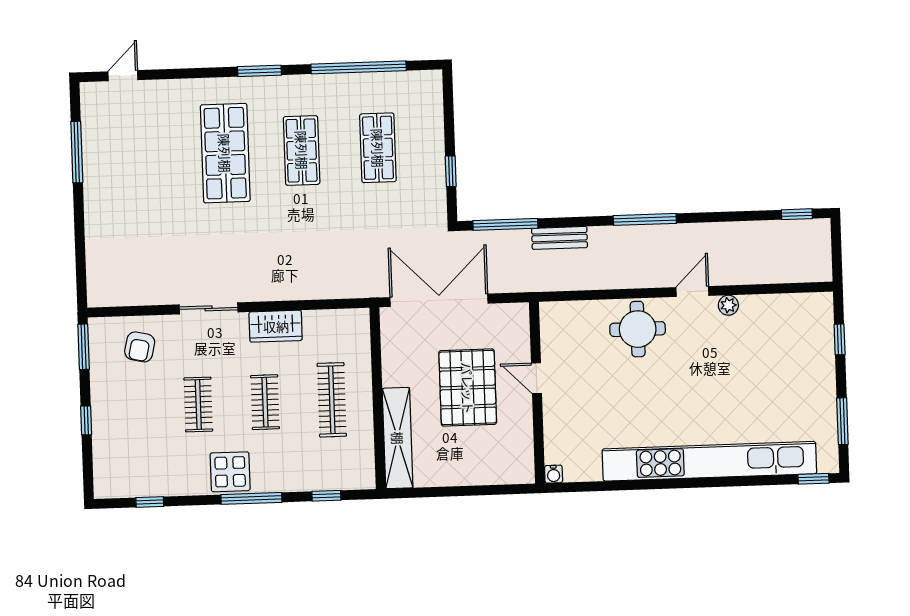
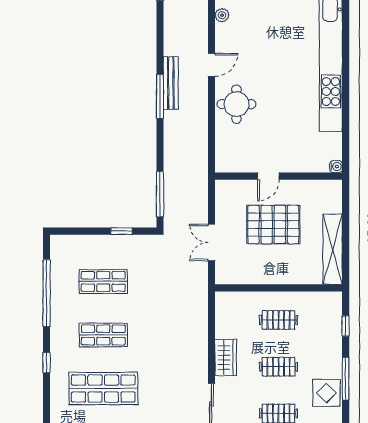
window: (259, 71) -> (47, 362), width x0.67
bench: (560, 238) -> (171, 83), moved, width x1.36
door: (692, 291) -> (212, 65), swing flipped
double door: (439, 300) -> (212, 242), width x0.54
plant: (728, 305) -> (222, 15), moved
clothes rail: (332, 400) -> (279, 320), width x0.73
shelving: (398, 438) -> (333, 249), moved, turned 90

